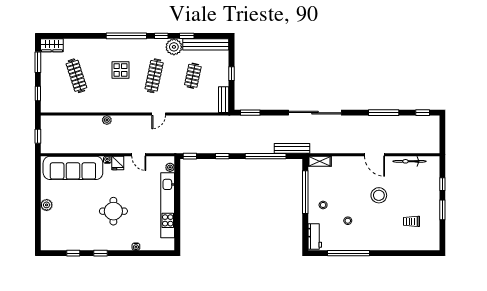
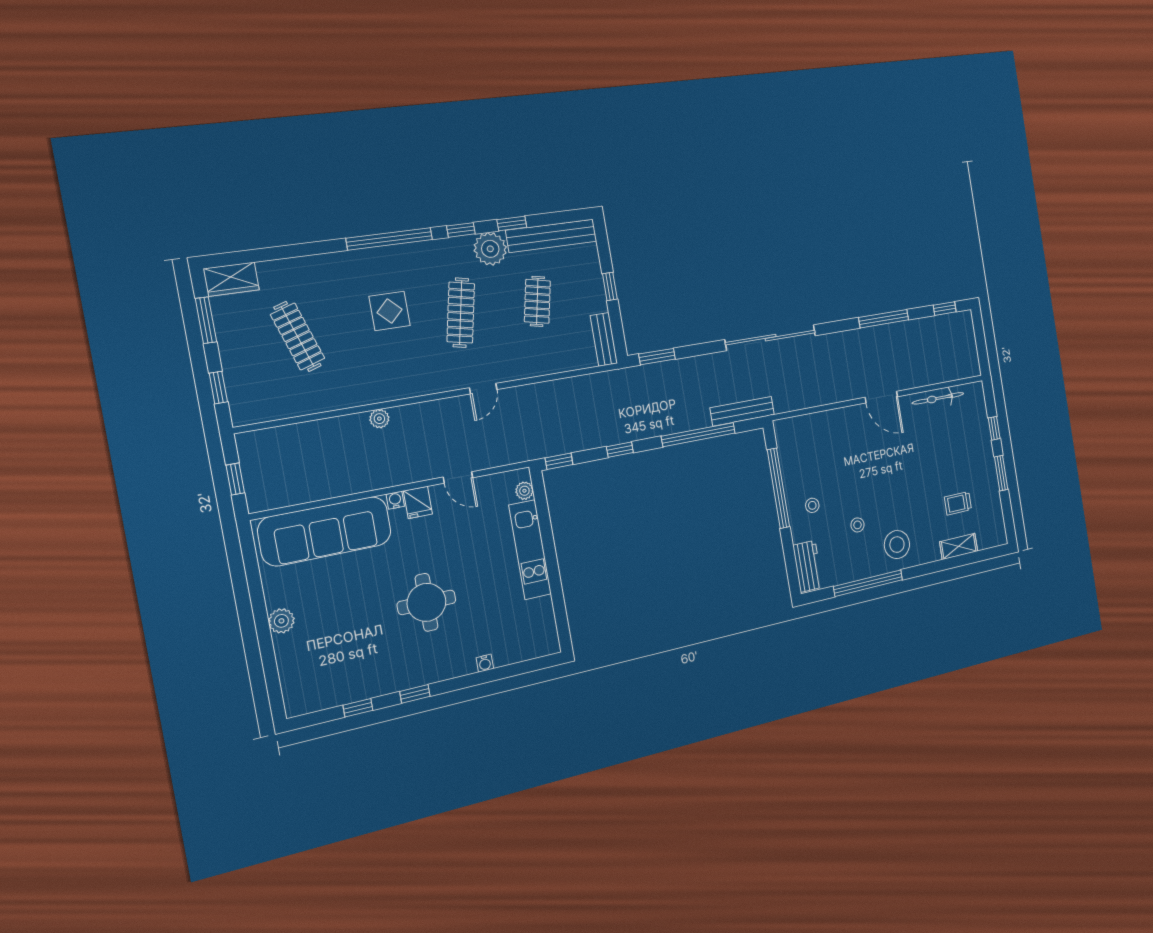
shelving: (320, 161) -> (959, 546), moved
stool: (379, 195) -> (897, 545), moved
kitchen unit: (168, 205) -> (530, 550), width x0.73

